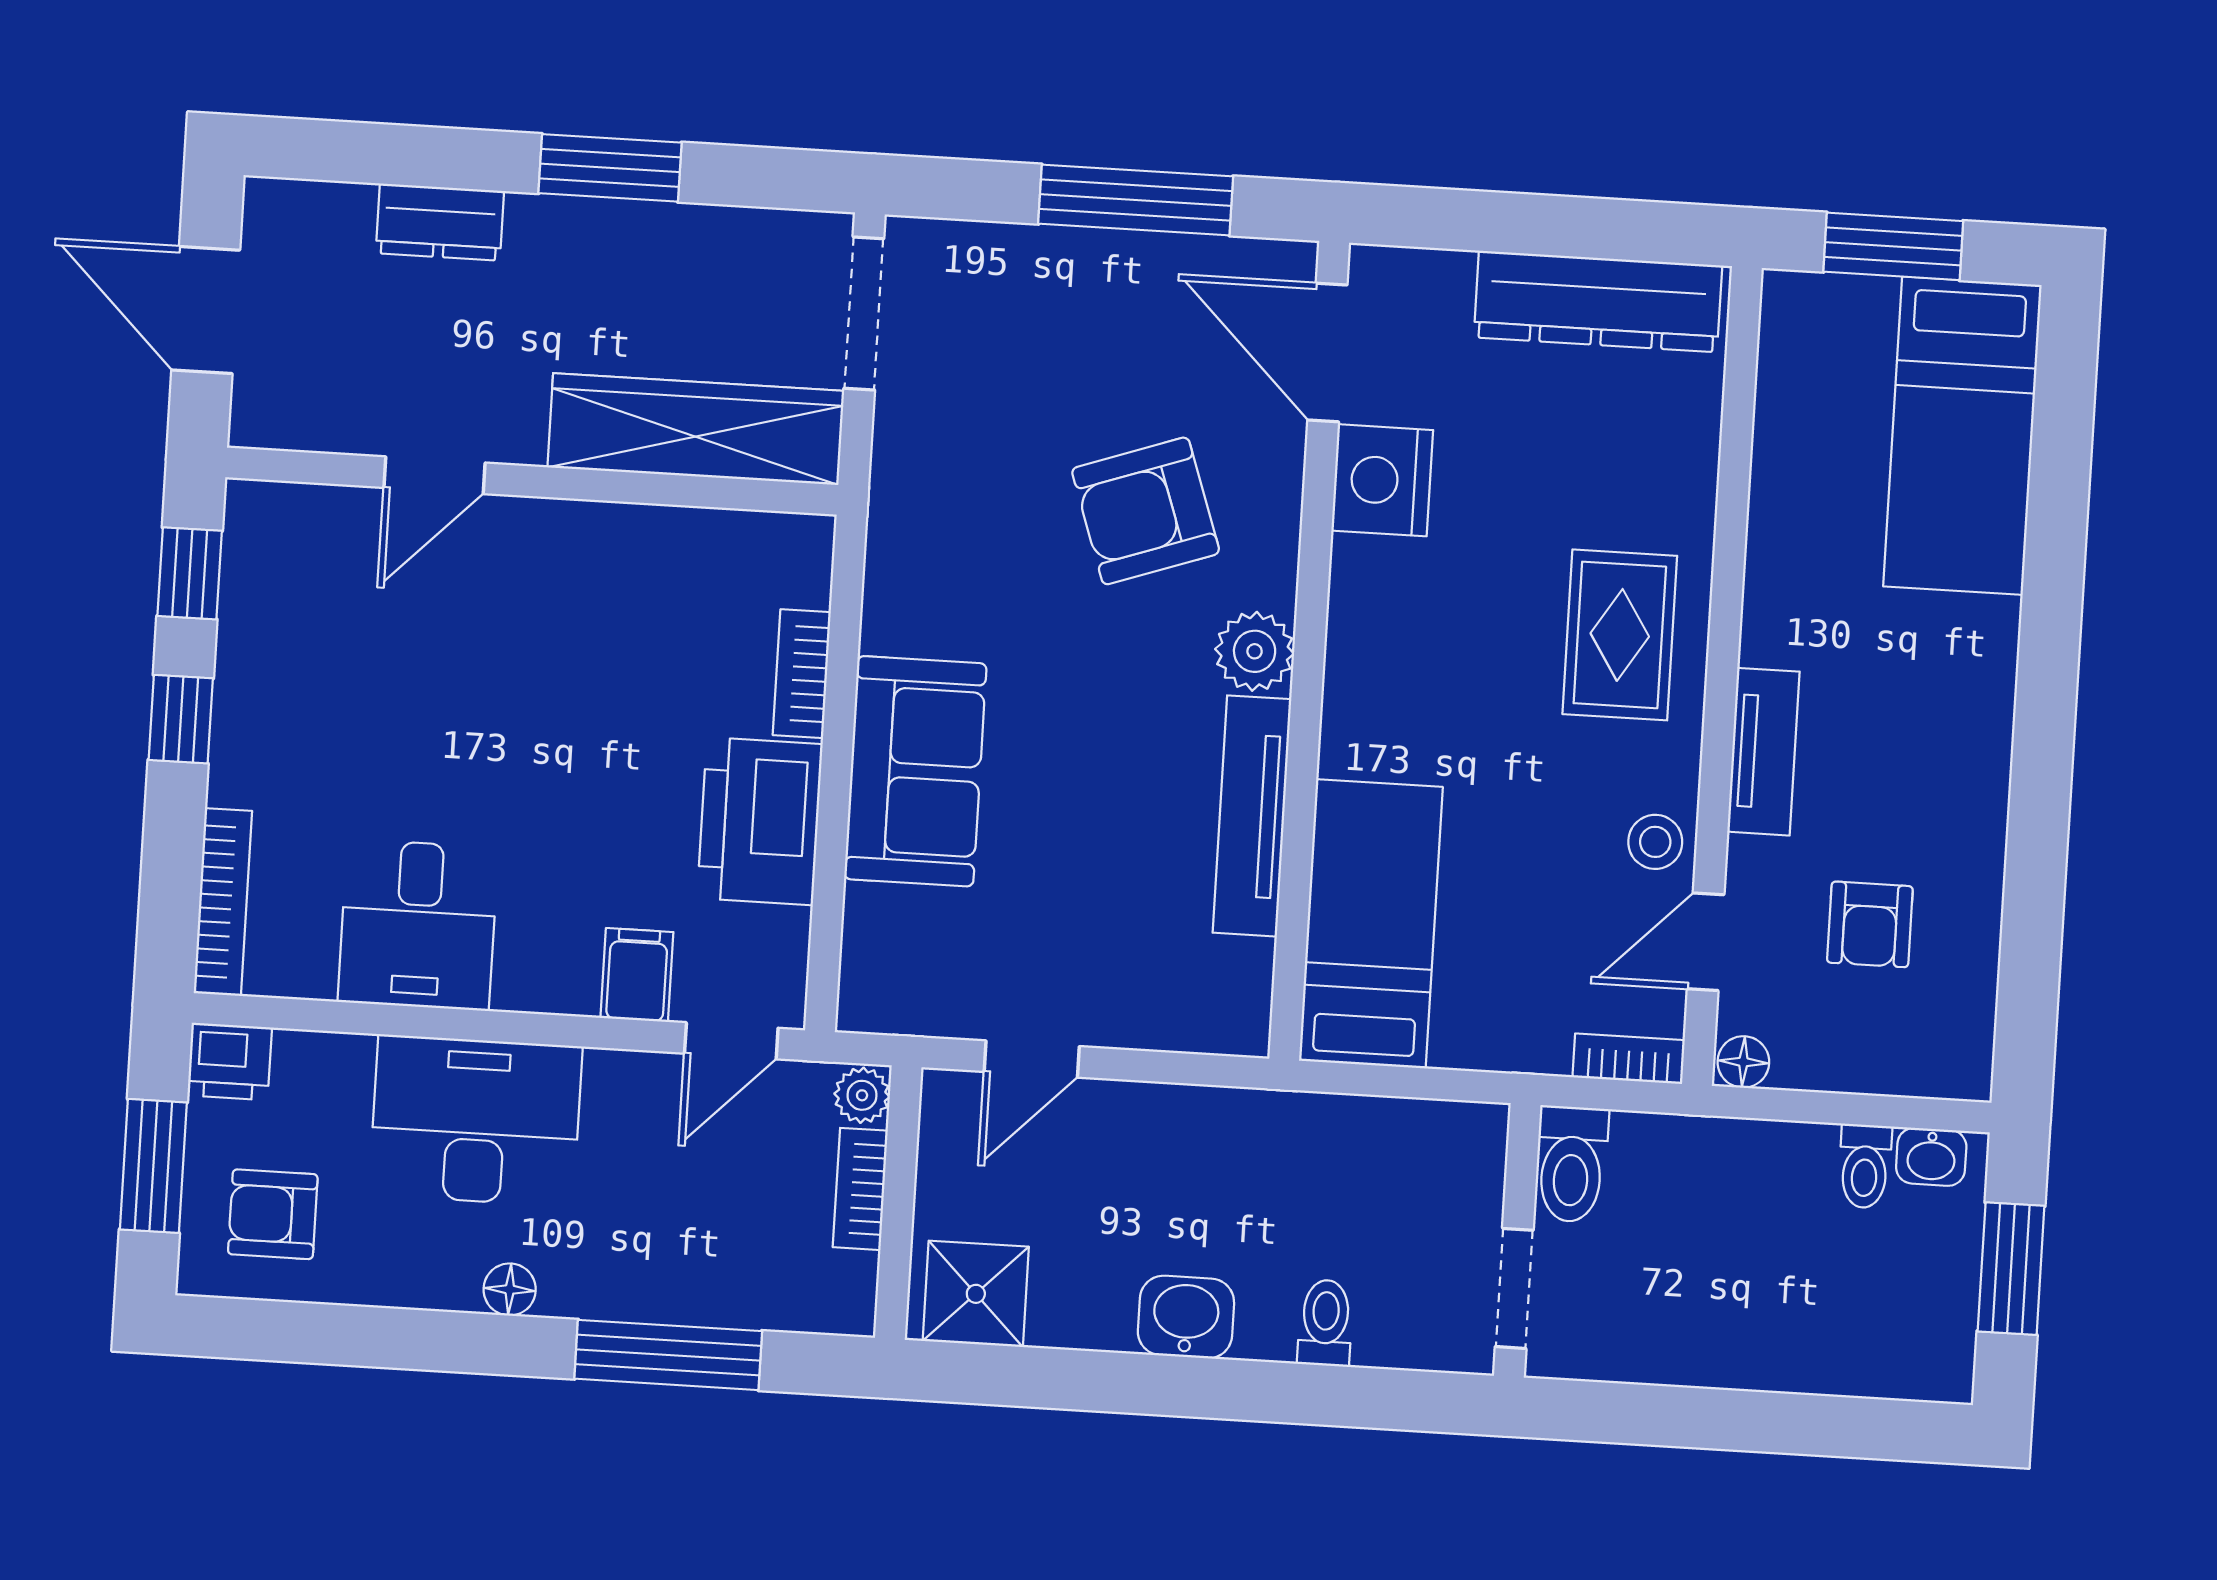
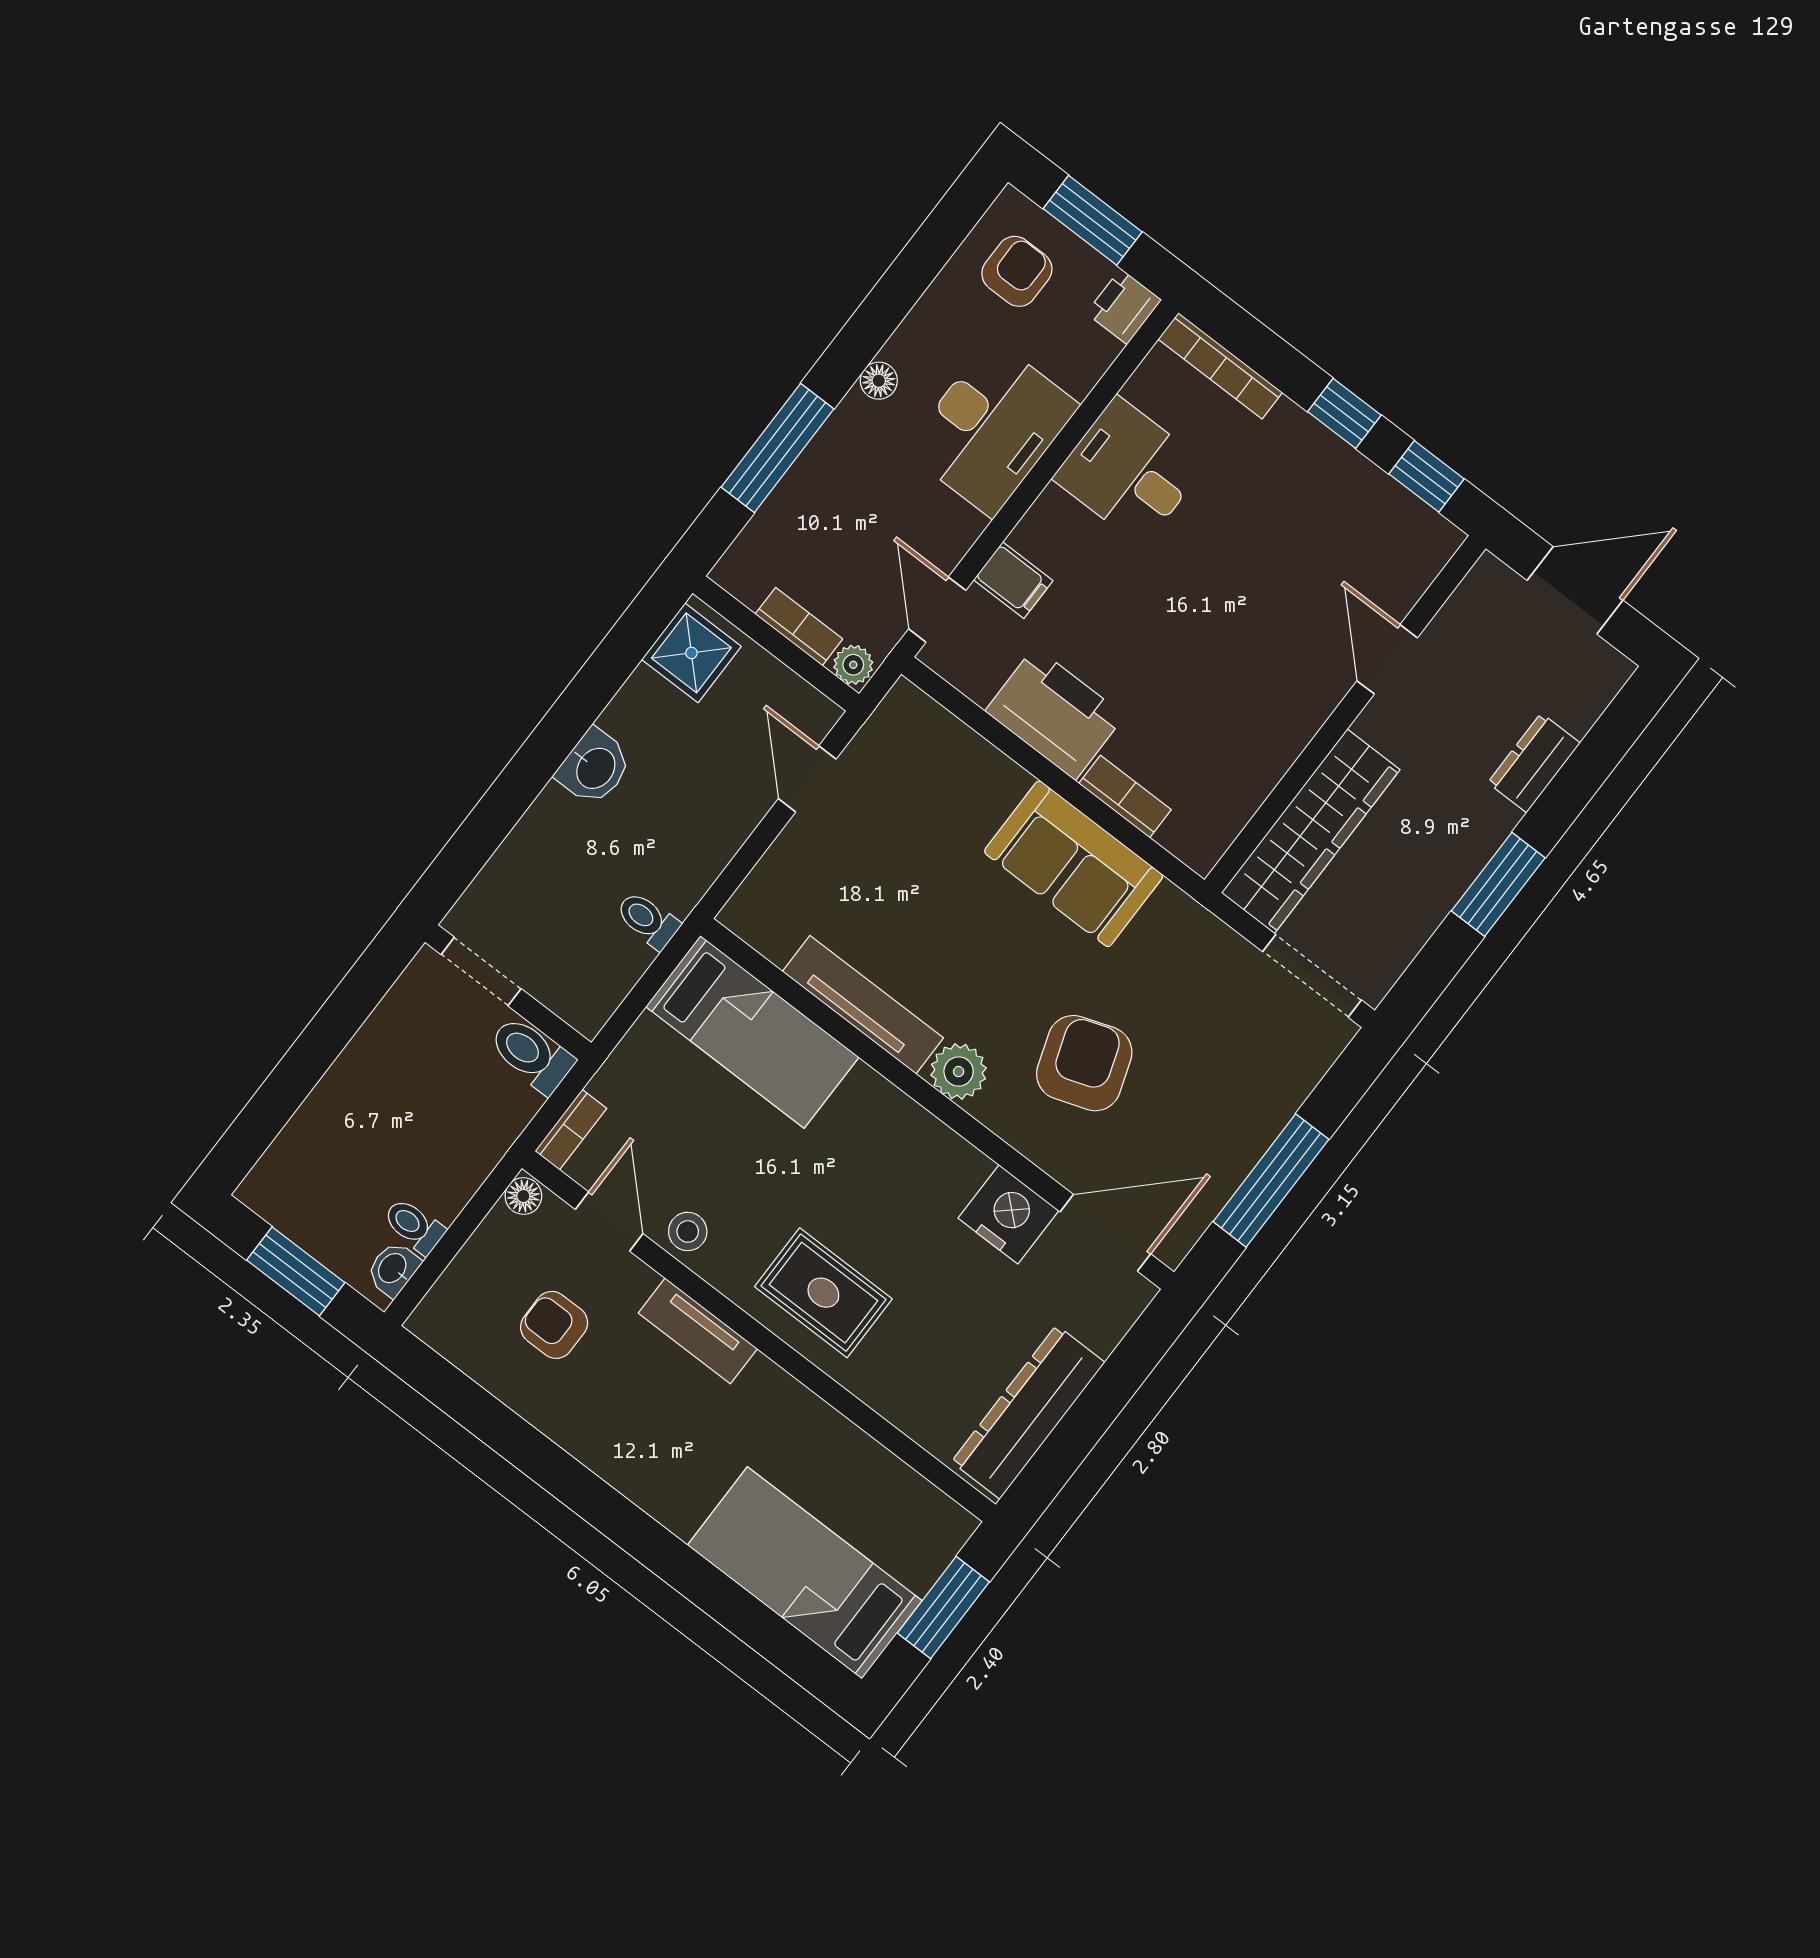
sofa: (915, 771) -> (1074, 864), moved
toilet: (1325, 1323) -> (648, 920), moved, turned 180

